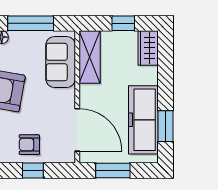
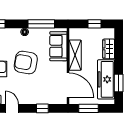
wardrobe: (148, 48) -> (109, 49), moved
shelving: (90, 57) -> (75, 55), moved
armchair: (29, 145) -> (40, 94), removed

